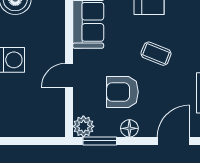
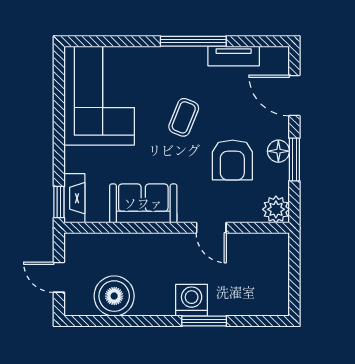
window: (100, 141) -> (294, 160), moved

